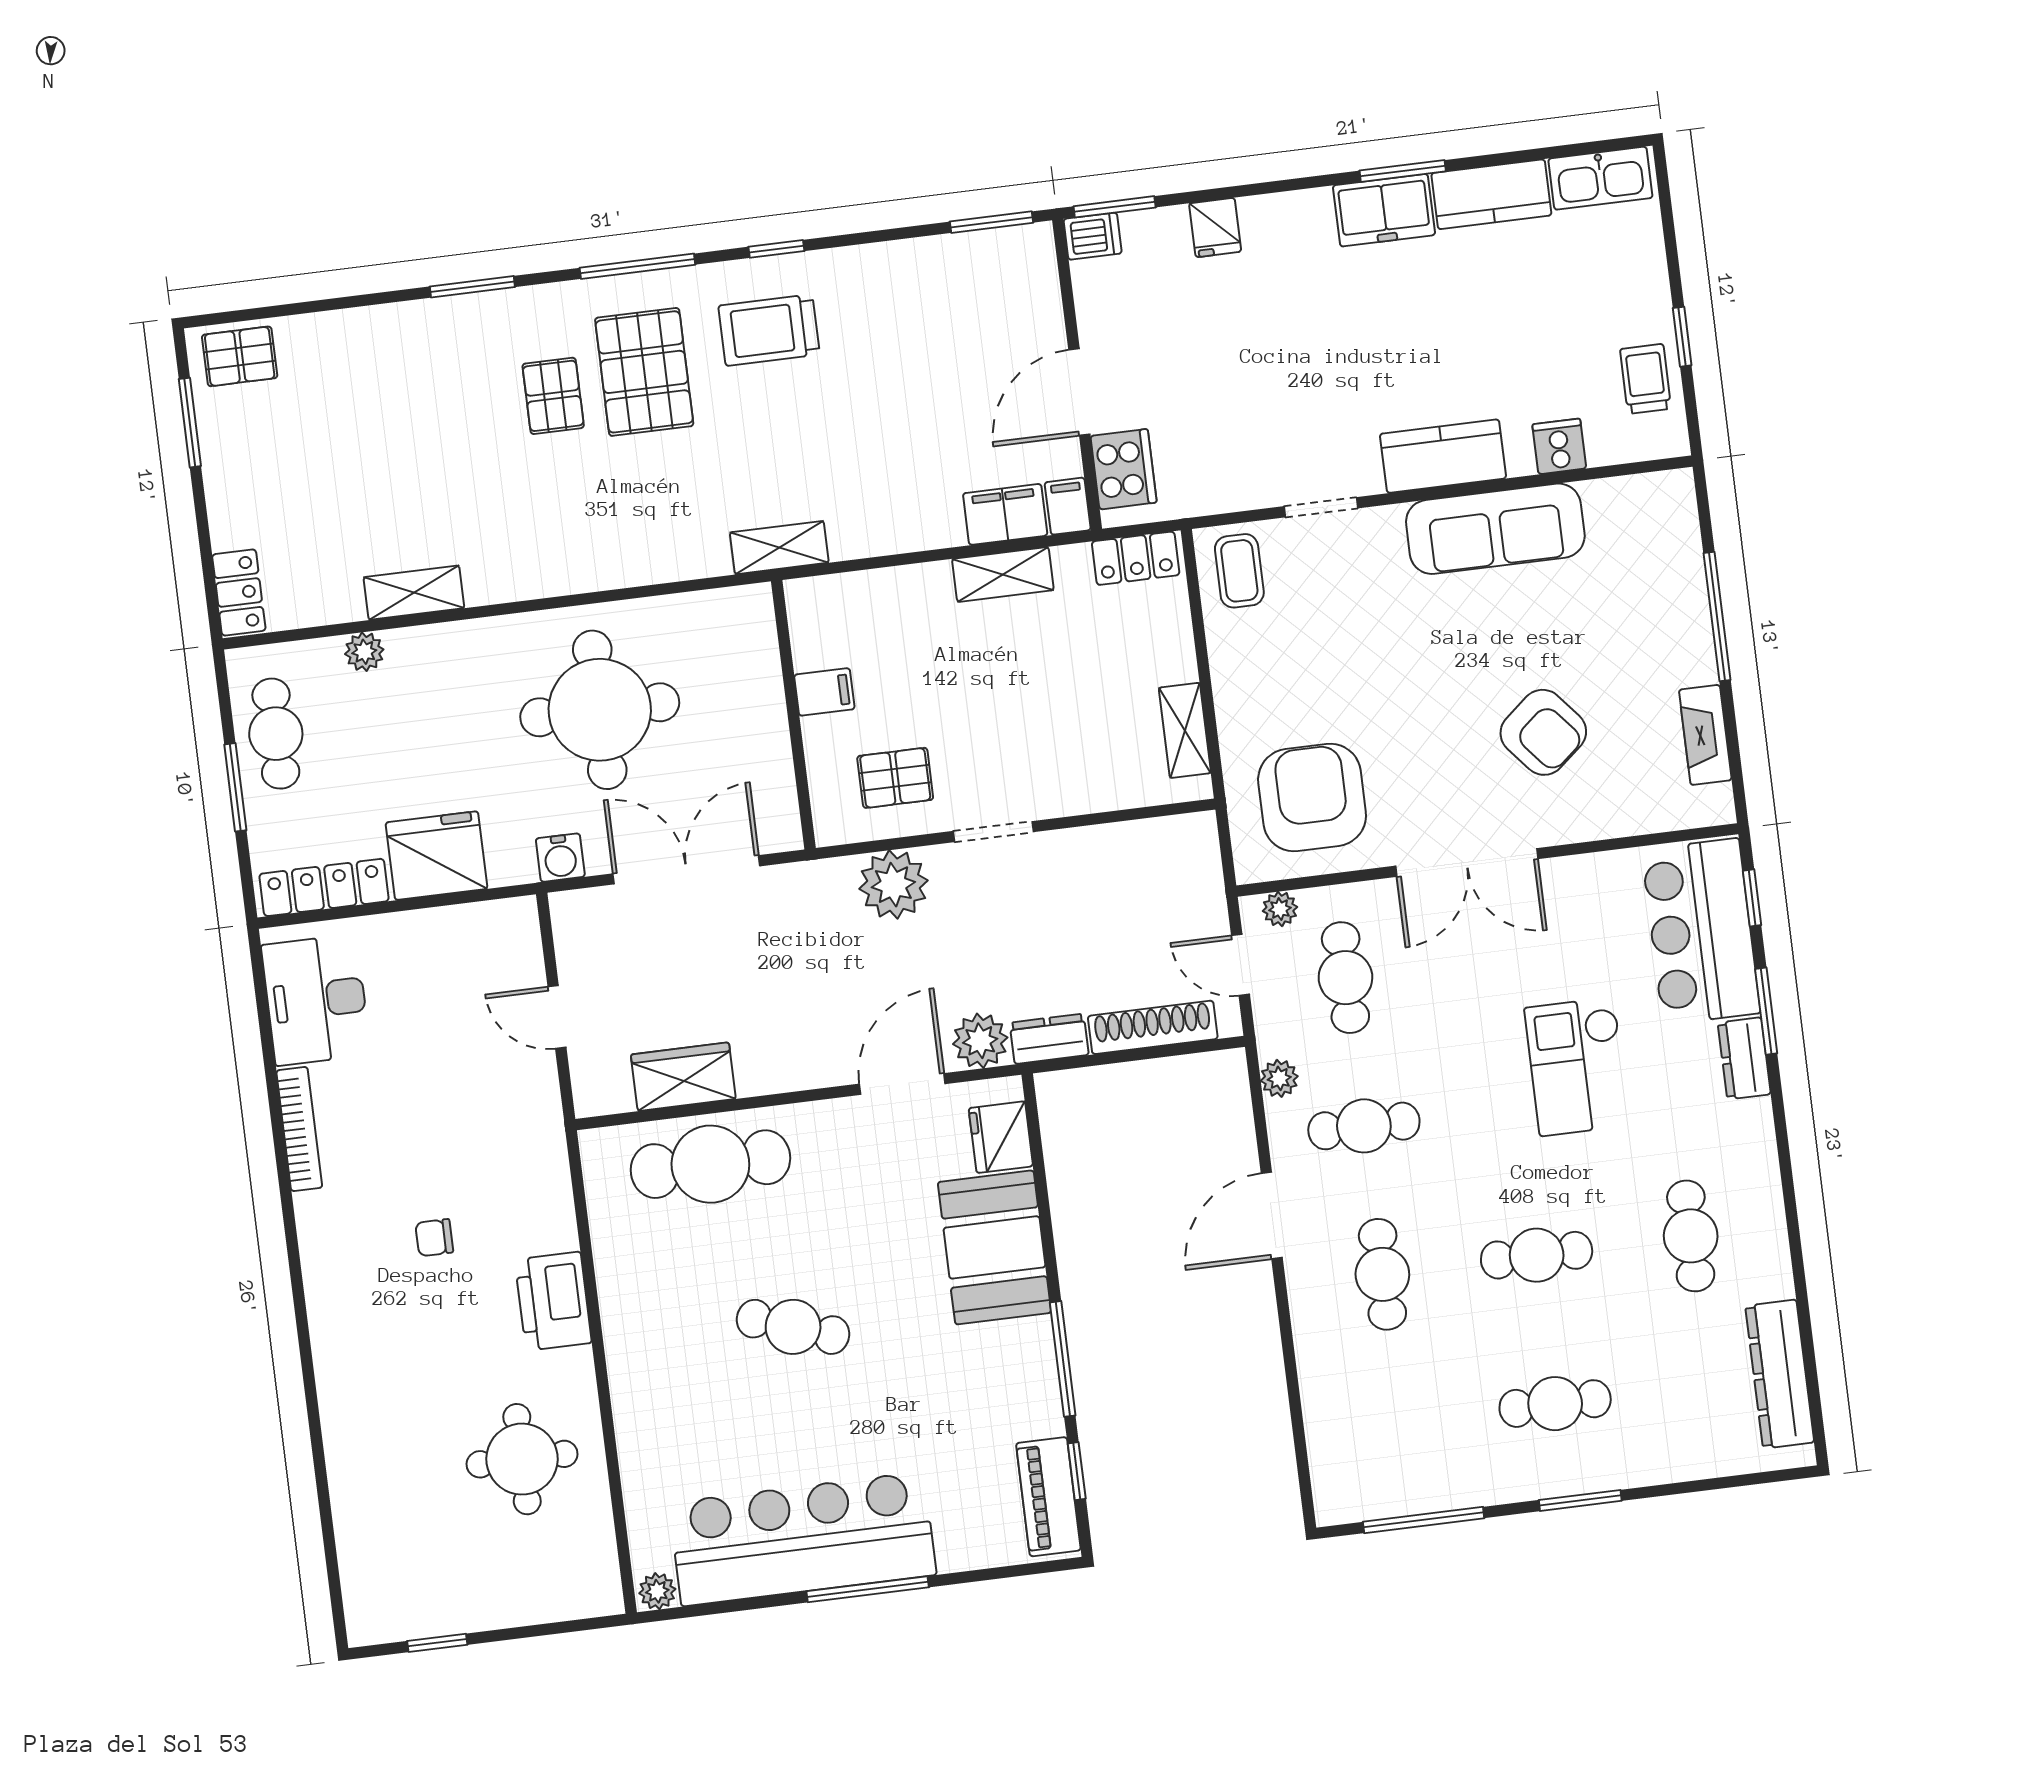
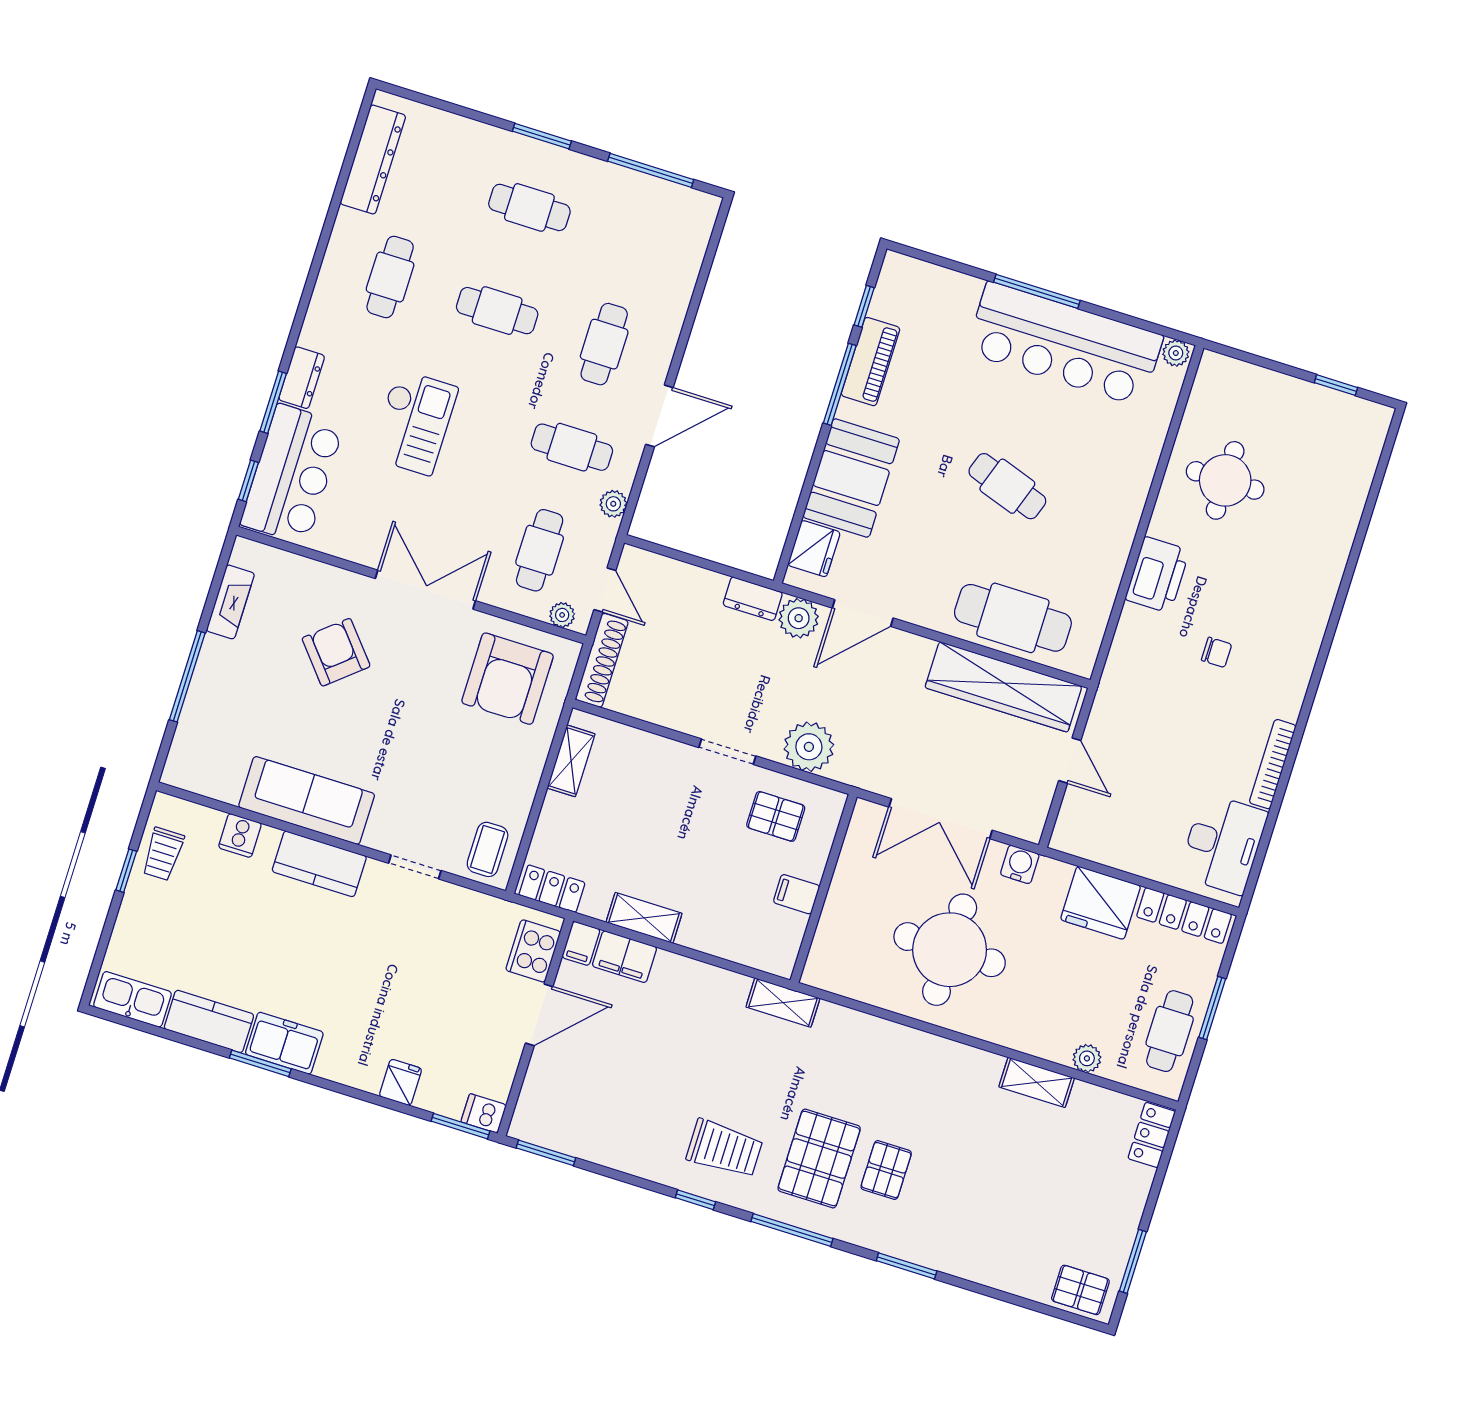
shoe rack: (1153, 1027) -> (602, 660), moved, turned -90
wardrobe: (683, 1077) -> (1003, 687), width x2.10, depth x1.17
piano: (1048, 1497) -> (870, 362), moved

